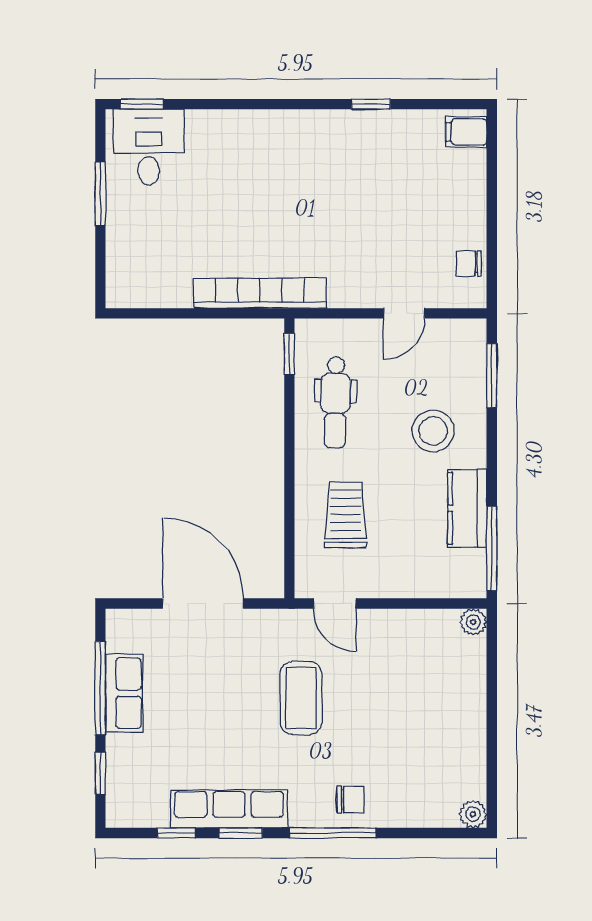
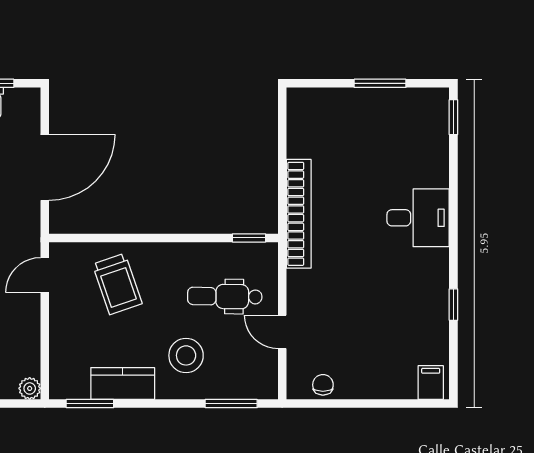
desk: (149, 147) -> (418, 218), moved
dental chair: (335, 402) -> (225, 296), moved
trolley: (346, 515) -> (117, 284), turned 71
window: (492, 548) -> (90, 404), width x0.69

